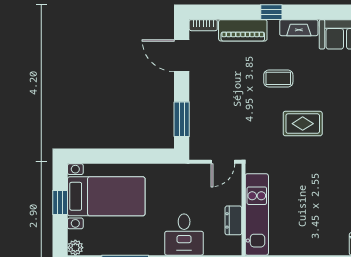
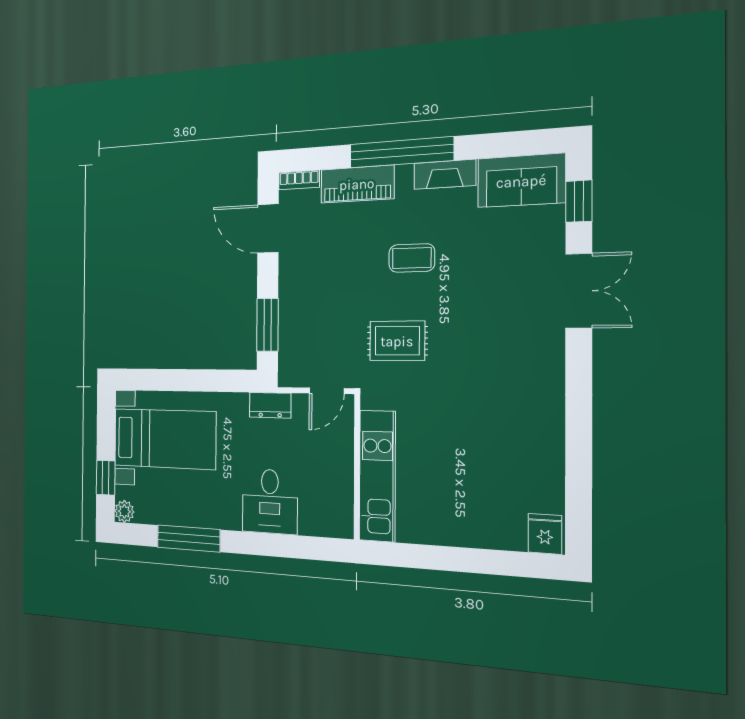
window: (271, 12) -> (401, 152), width x3.17
rug: (303, 124) -> (397, 341), moved
window: (60, 203) -> (106, 478), moved
dresser: (233, 220) -> (270, 405), moved, turned -90

